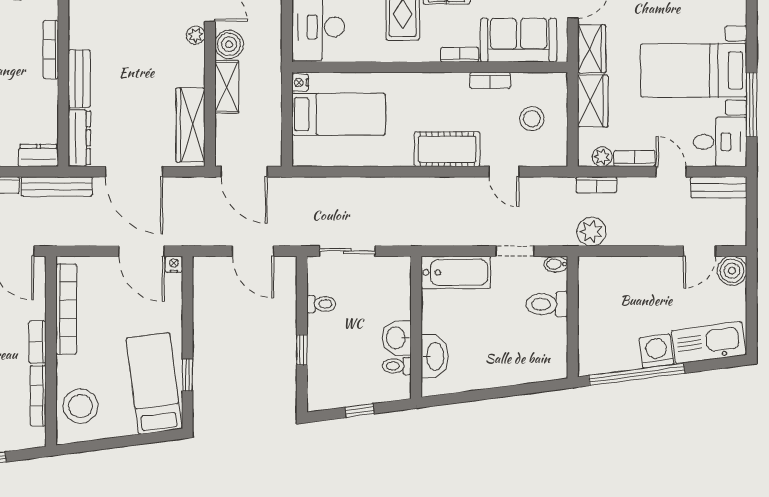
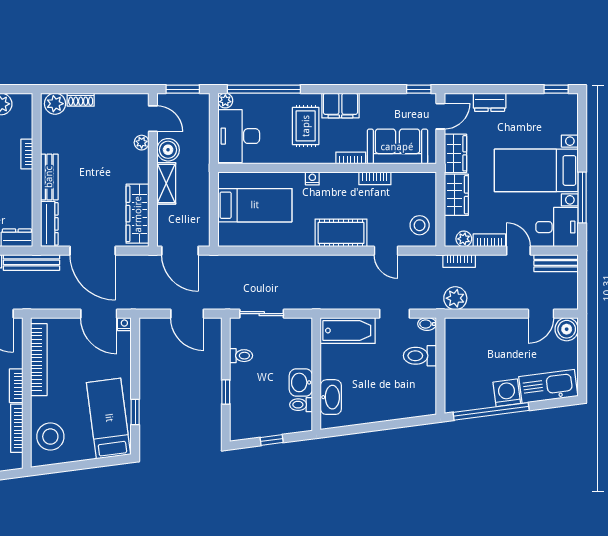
bookcase: (51, 50) -> (27, 154), width x0.64
nightstand: (300, 83) -> (312, 178), moved, turned 90
stool: (532, 119) -> (420, 225), moved

